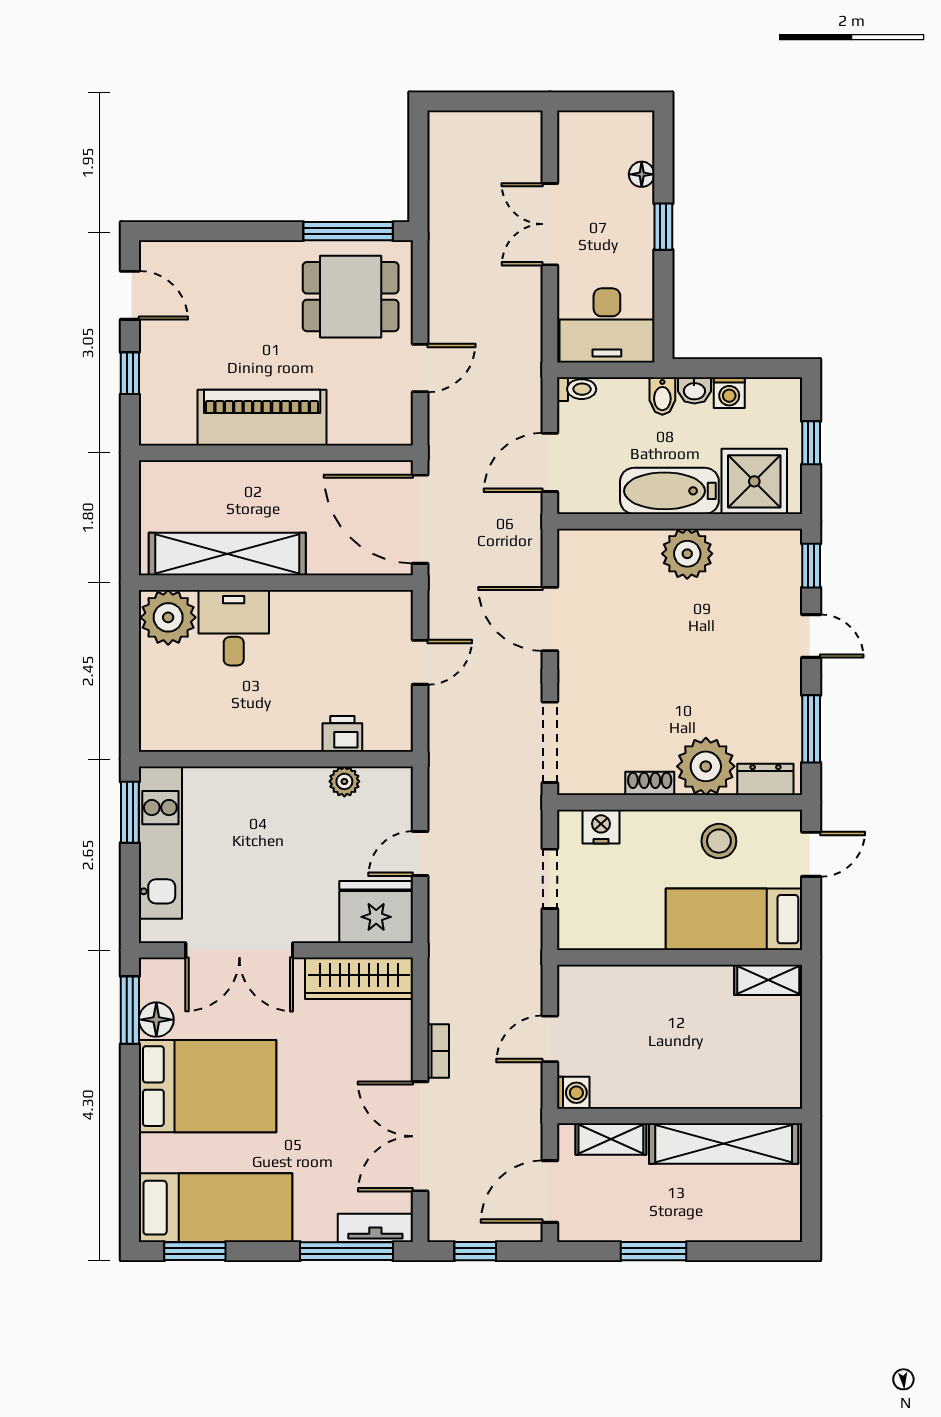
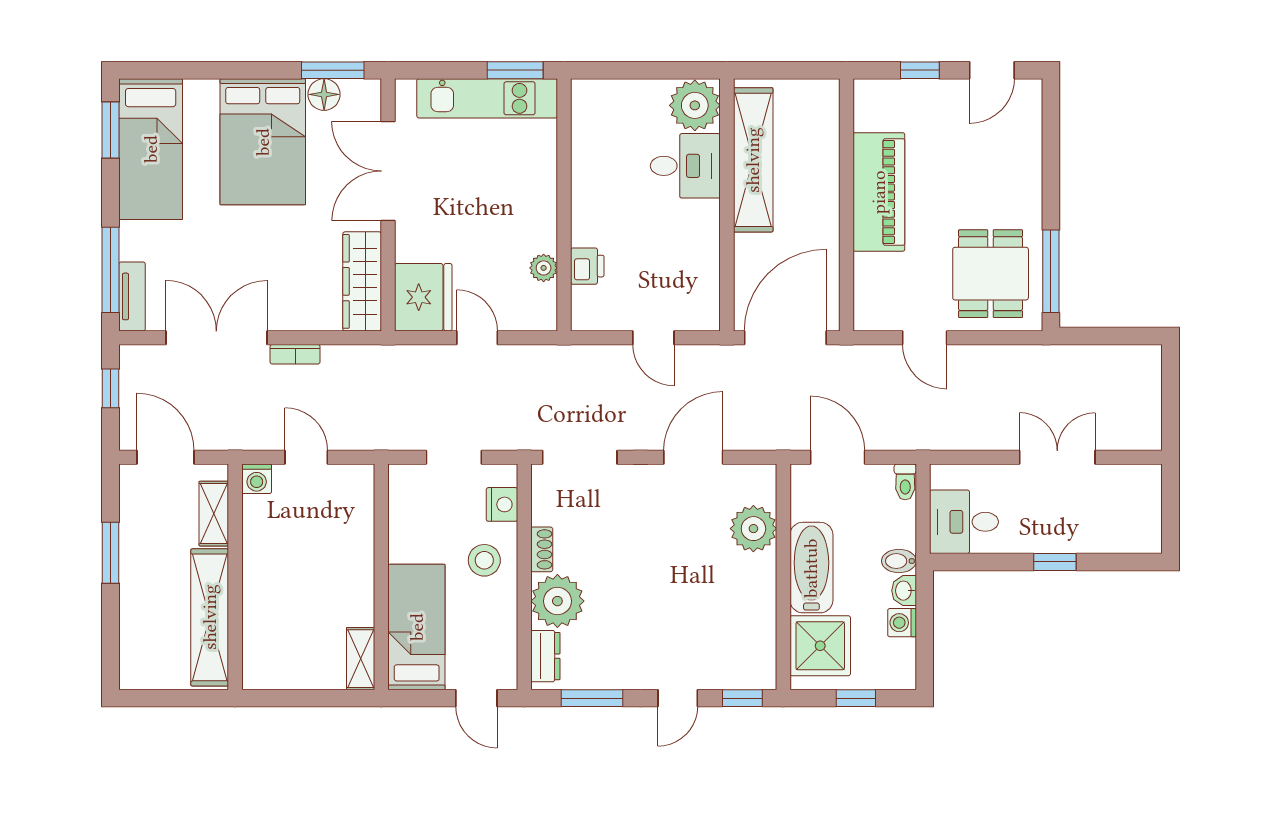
floor lamp: (642, 174) -> (1103, 542), removed
desk: (607, 325) -> (964, 522), width x0.73
plant: (687, 554) -> (753, 529), moved
stool: (719, 841) -> (484, 560), moved

